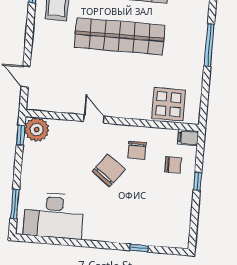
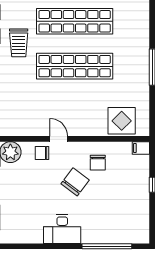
chair: (173, 165) -> (42, 153), moved, turned 180
desk: (54, 216) -> (62, 229), moved, width x0.73, depth x0.77
window: (139, 248) -> (107, 246), width x3.17

